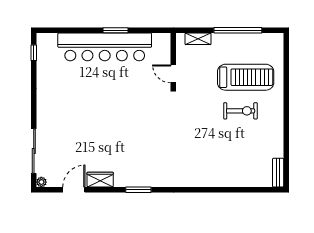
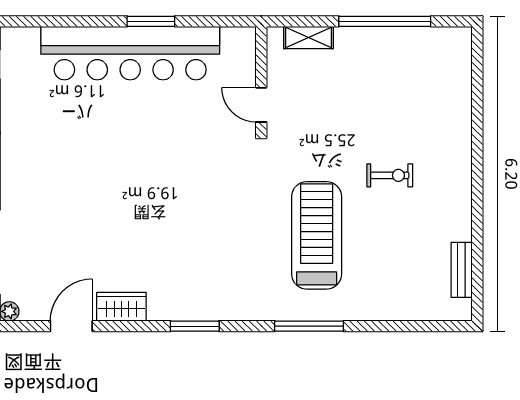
treadmill: (246, 77) -> (317, 235), moved, turned -90
exercise bike: (241, 111) -> (390, 175), width x0.73, depth x0.72
bench: (278, 173) -> (462, 270), moved
window: (198, 190) -> (309, 326), added

